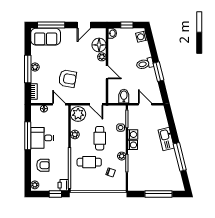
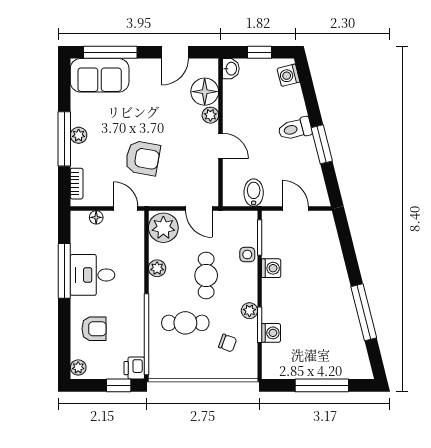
kitchen sink: (166, 139) -> (337, 277), removed
washing machine: (133, 145) -> (271, 333), moved

